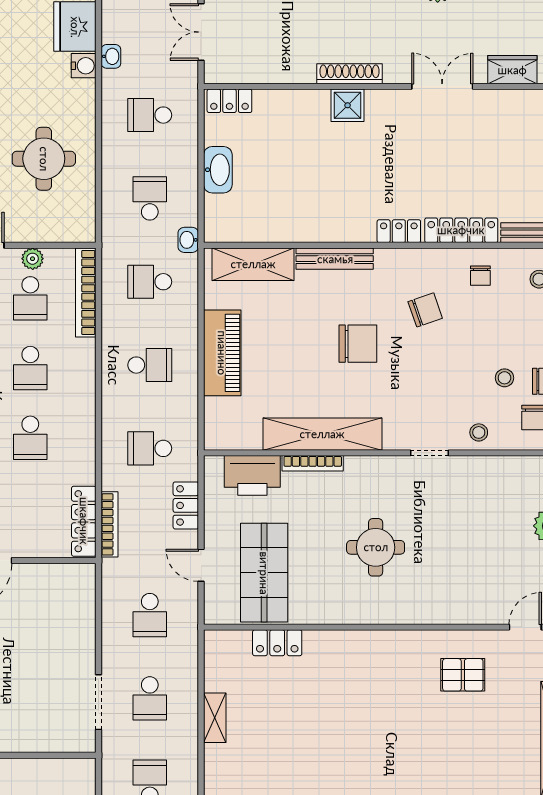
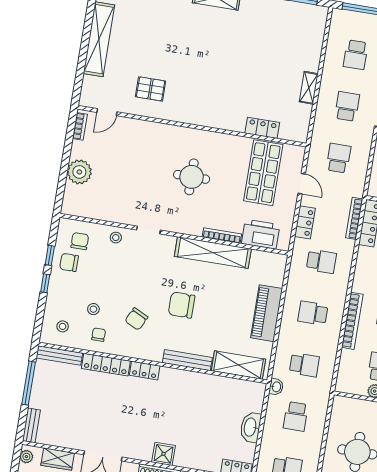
bookcase: (86, 292) -> (352, 321), moved
chair: (425, 310) -> (136, 319), turned -45
stool: (504, 378) -> (93, 309), moved

